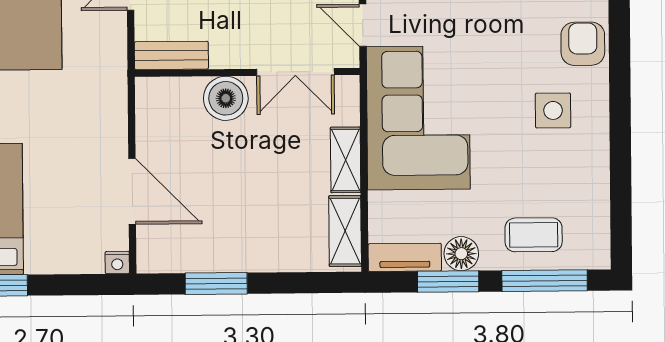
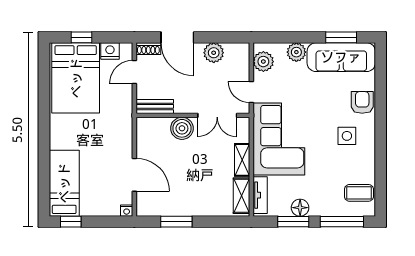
coffee table: (534, 235) -> (359, 193), moved
tv unit: (405, 257) -> (260, 195), moved, turned 90

